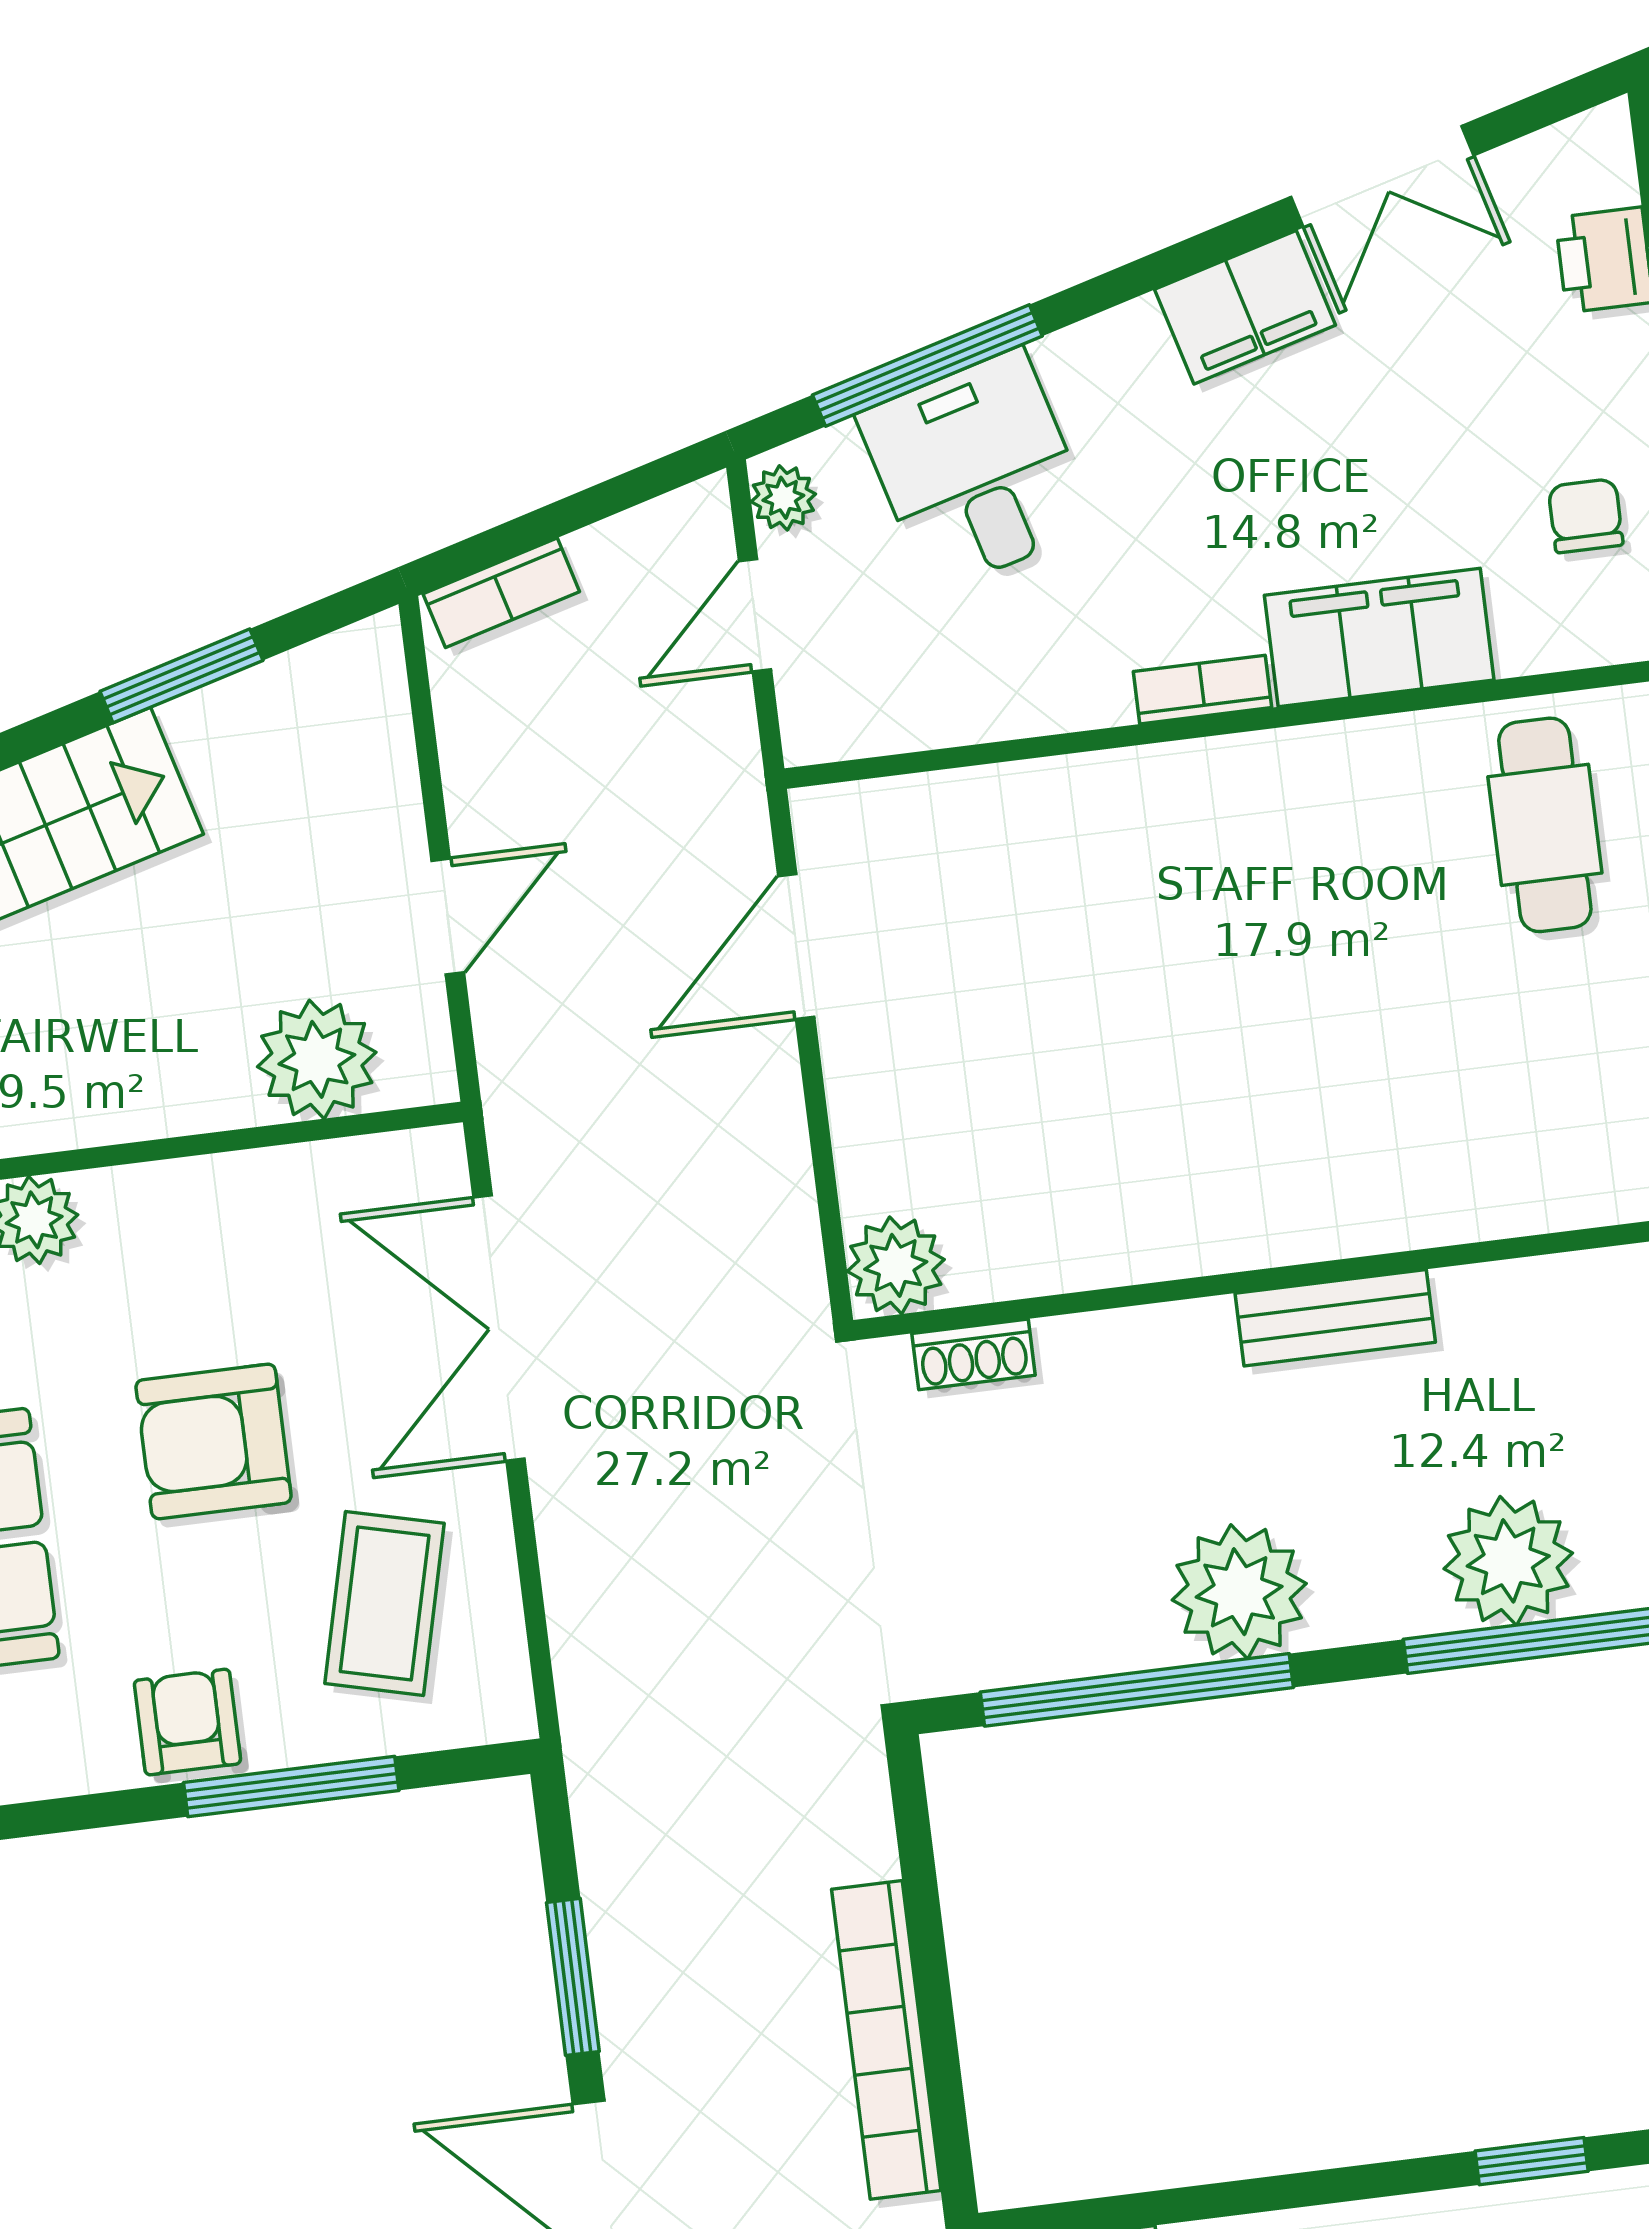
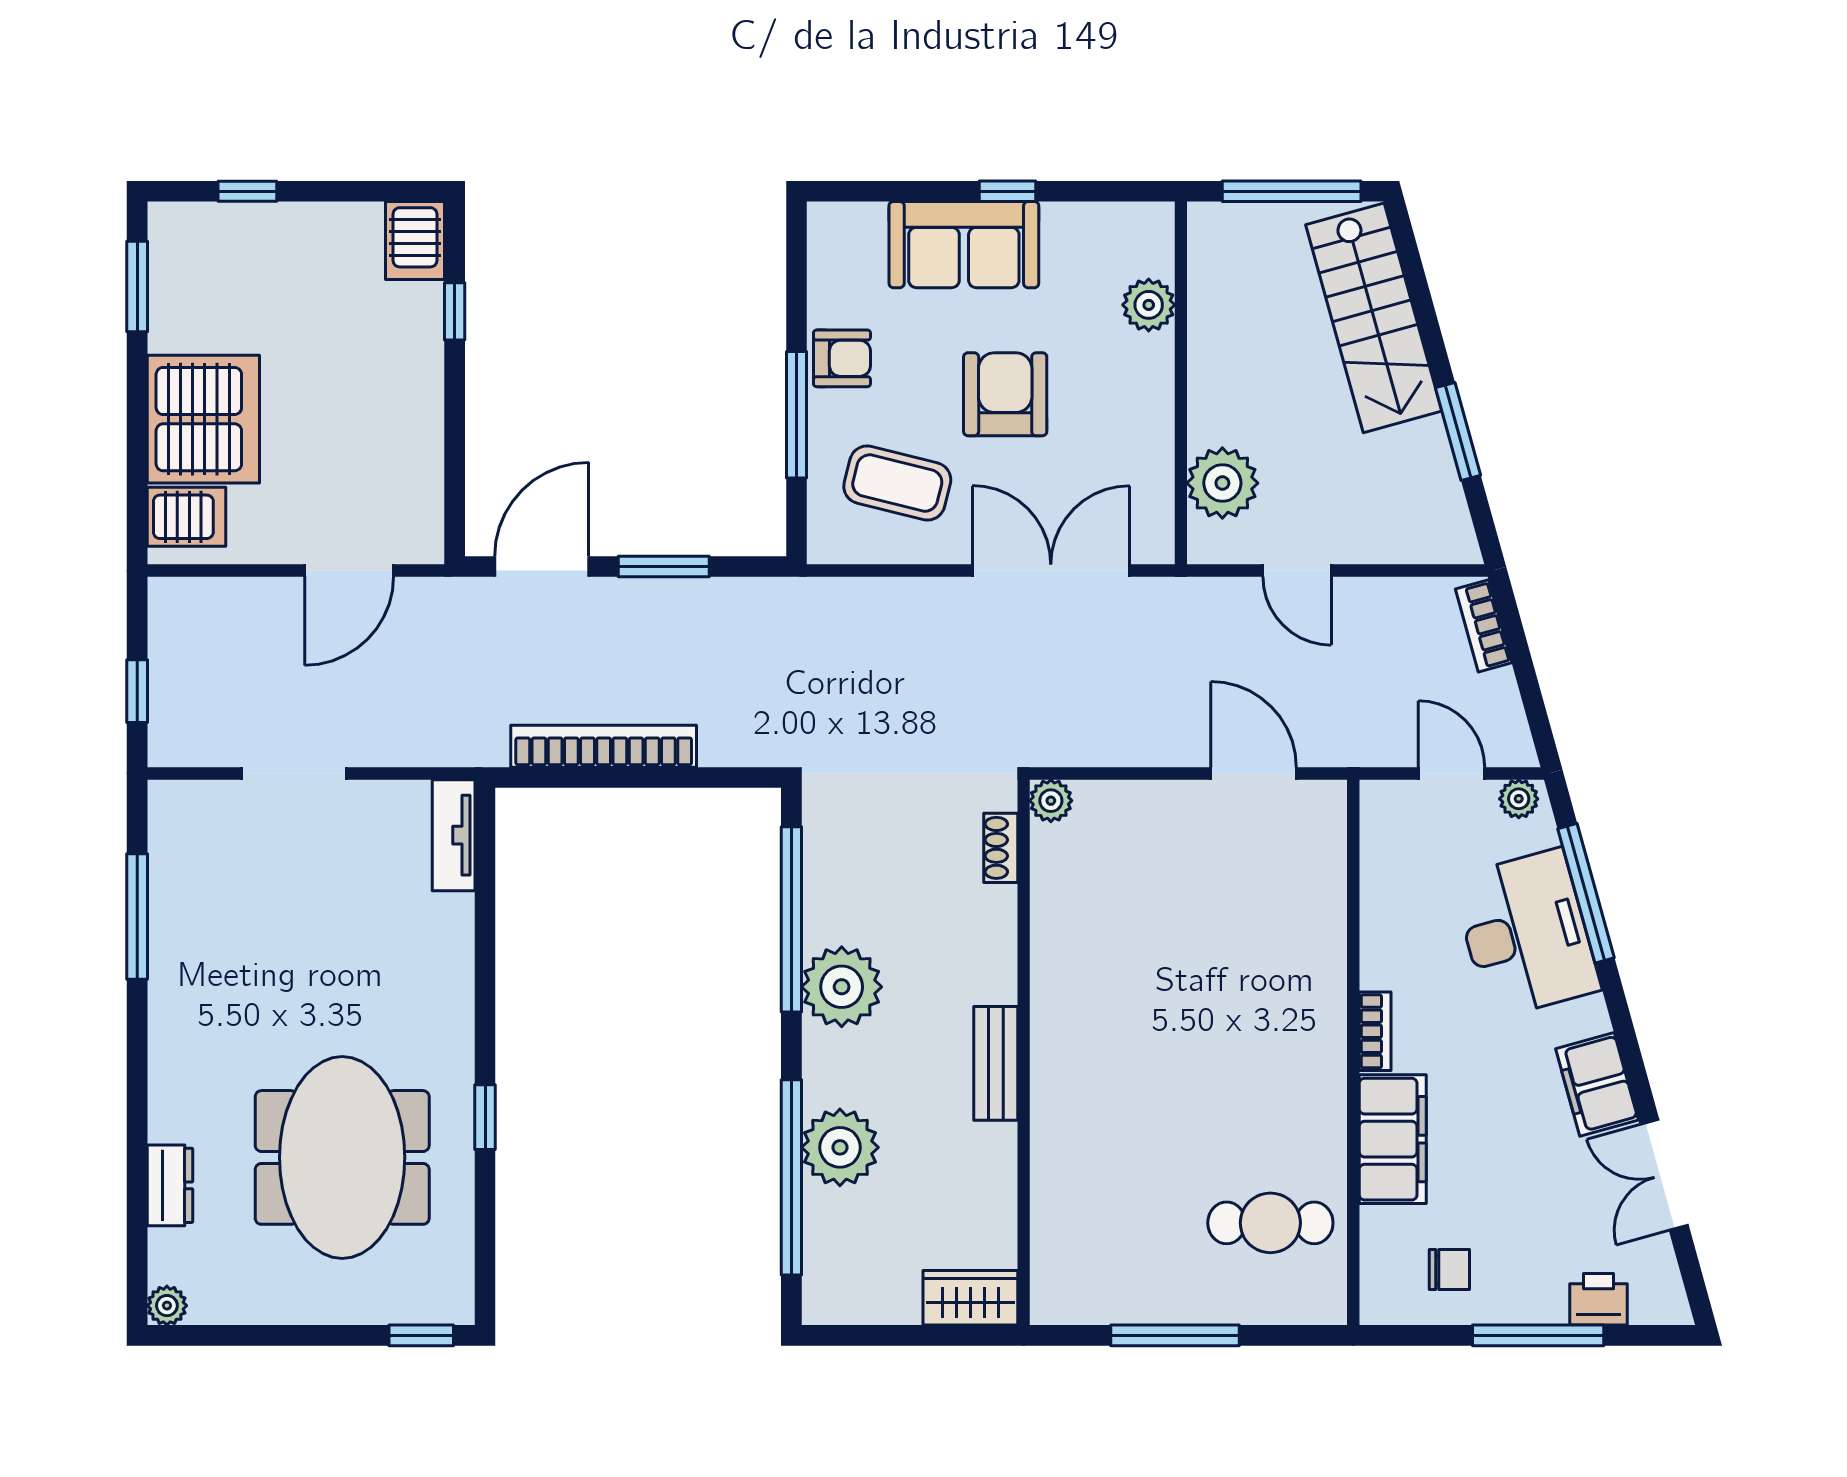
desk: (976, 471) -> (1526, 934), width x1.37
plant: (896, 1265) -> (1051, 801), width x0.73, depth x0.73

